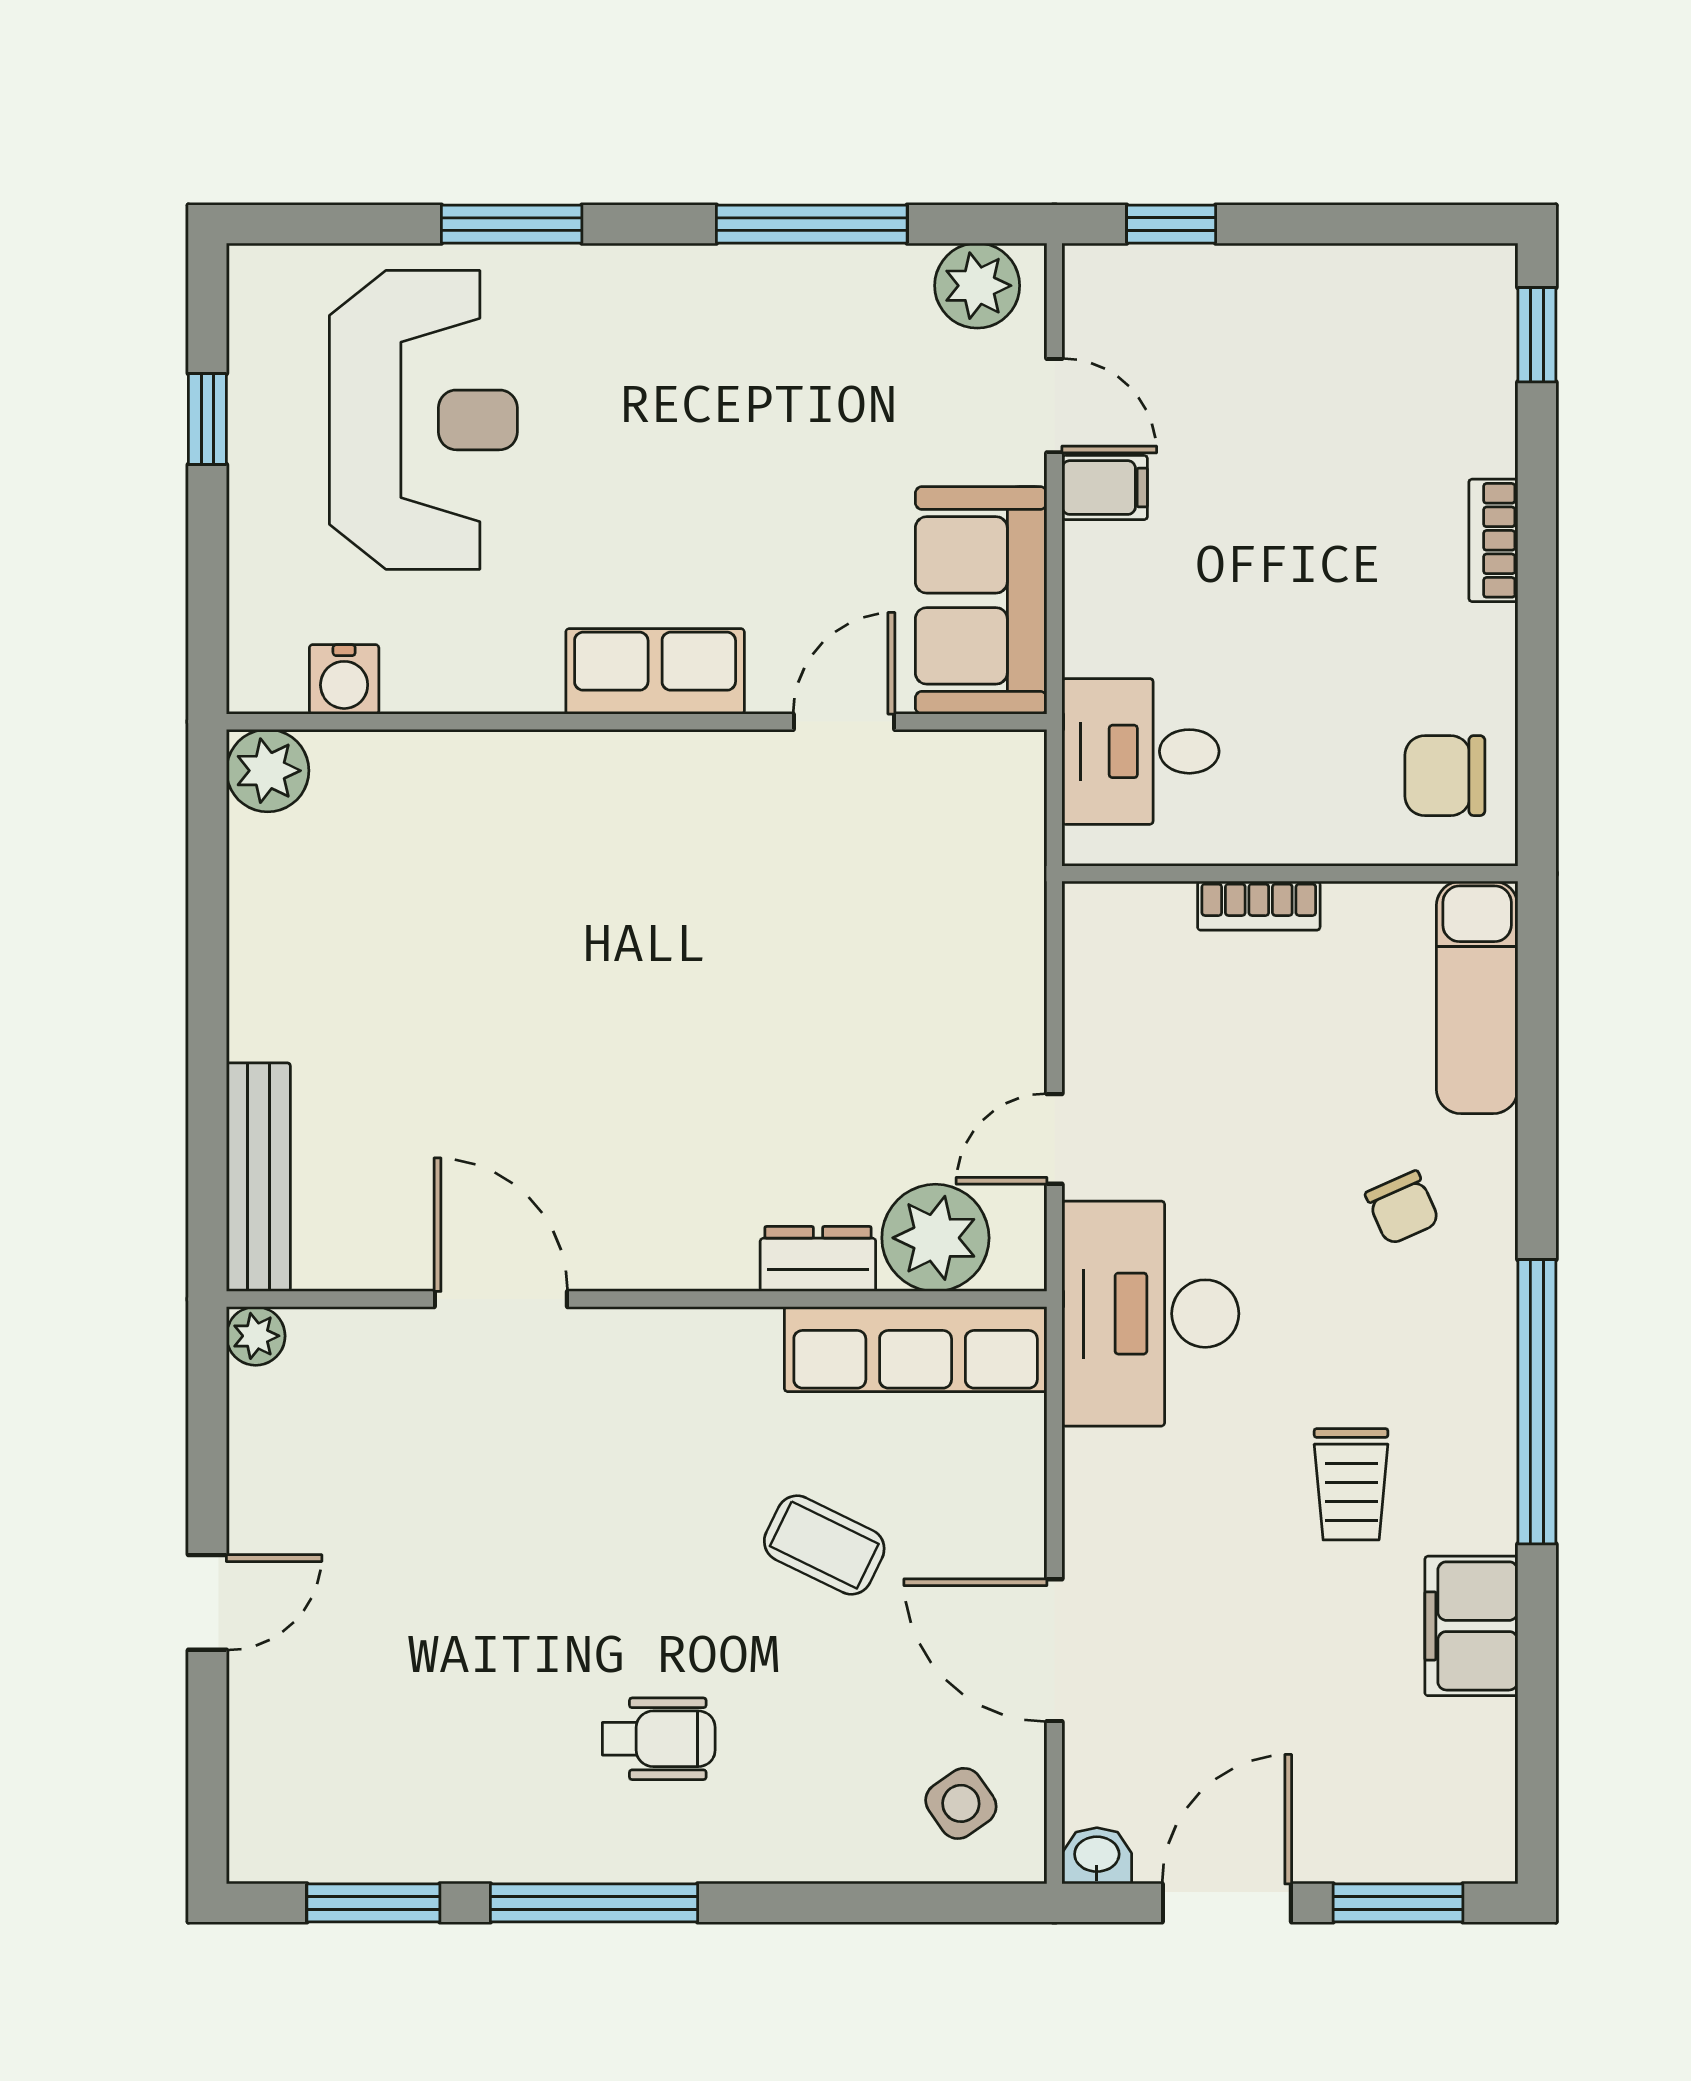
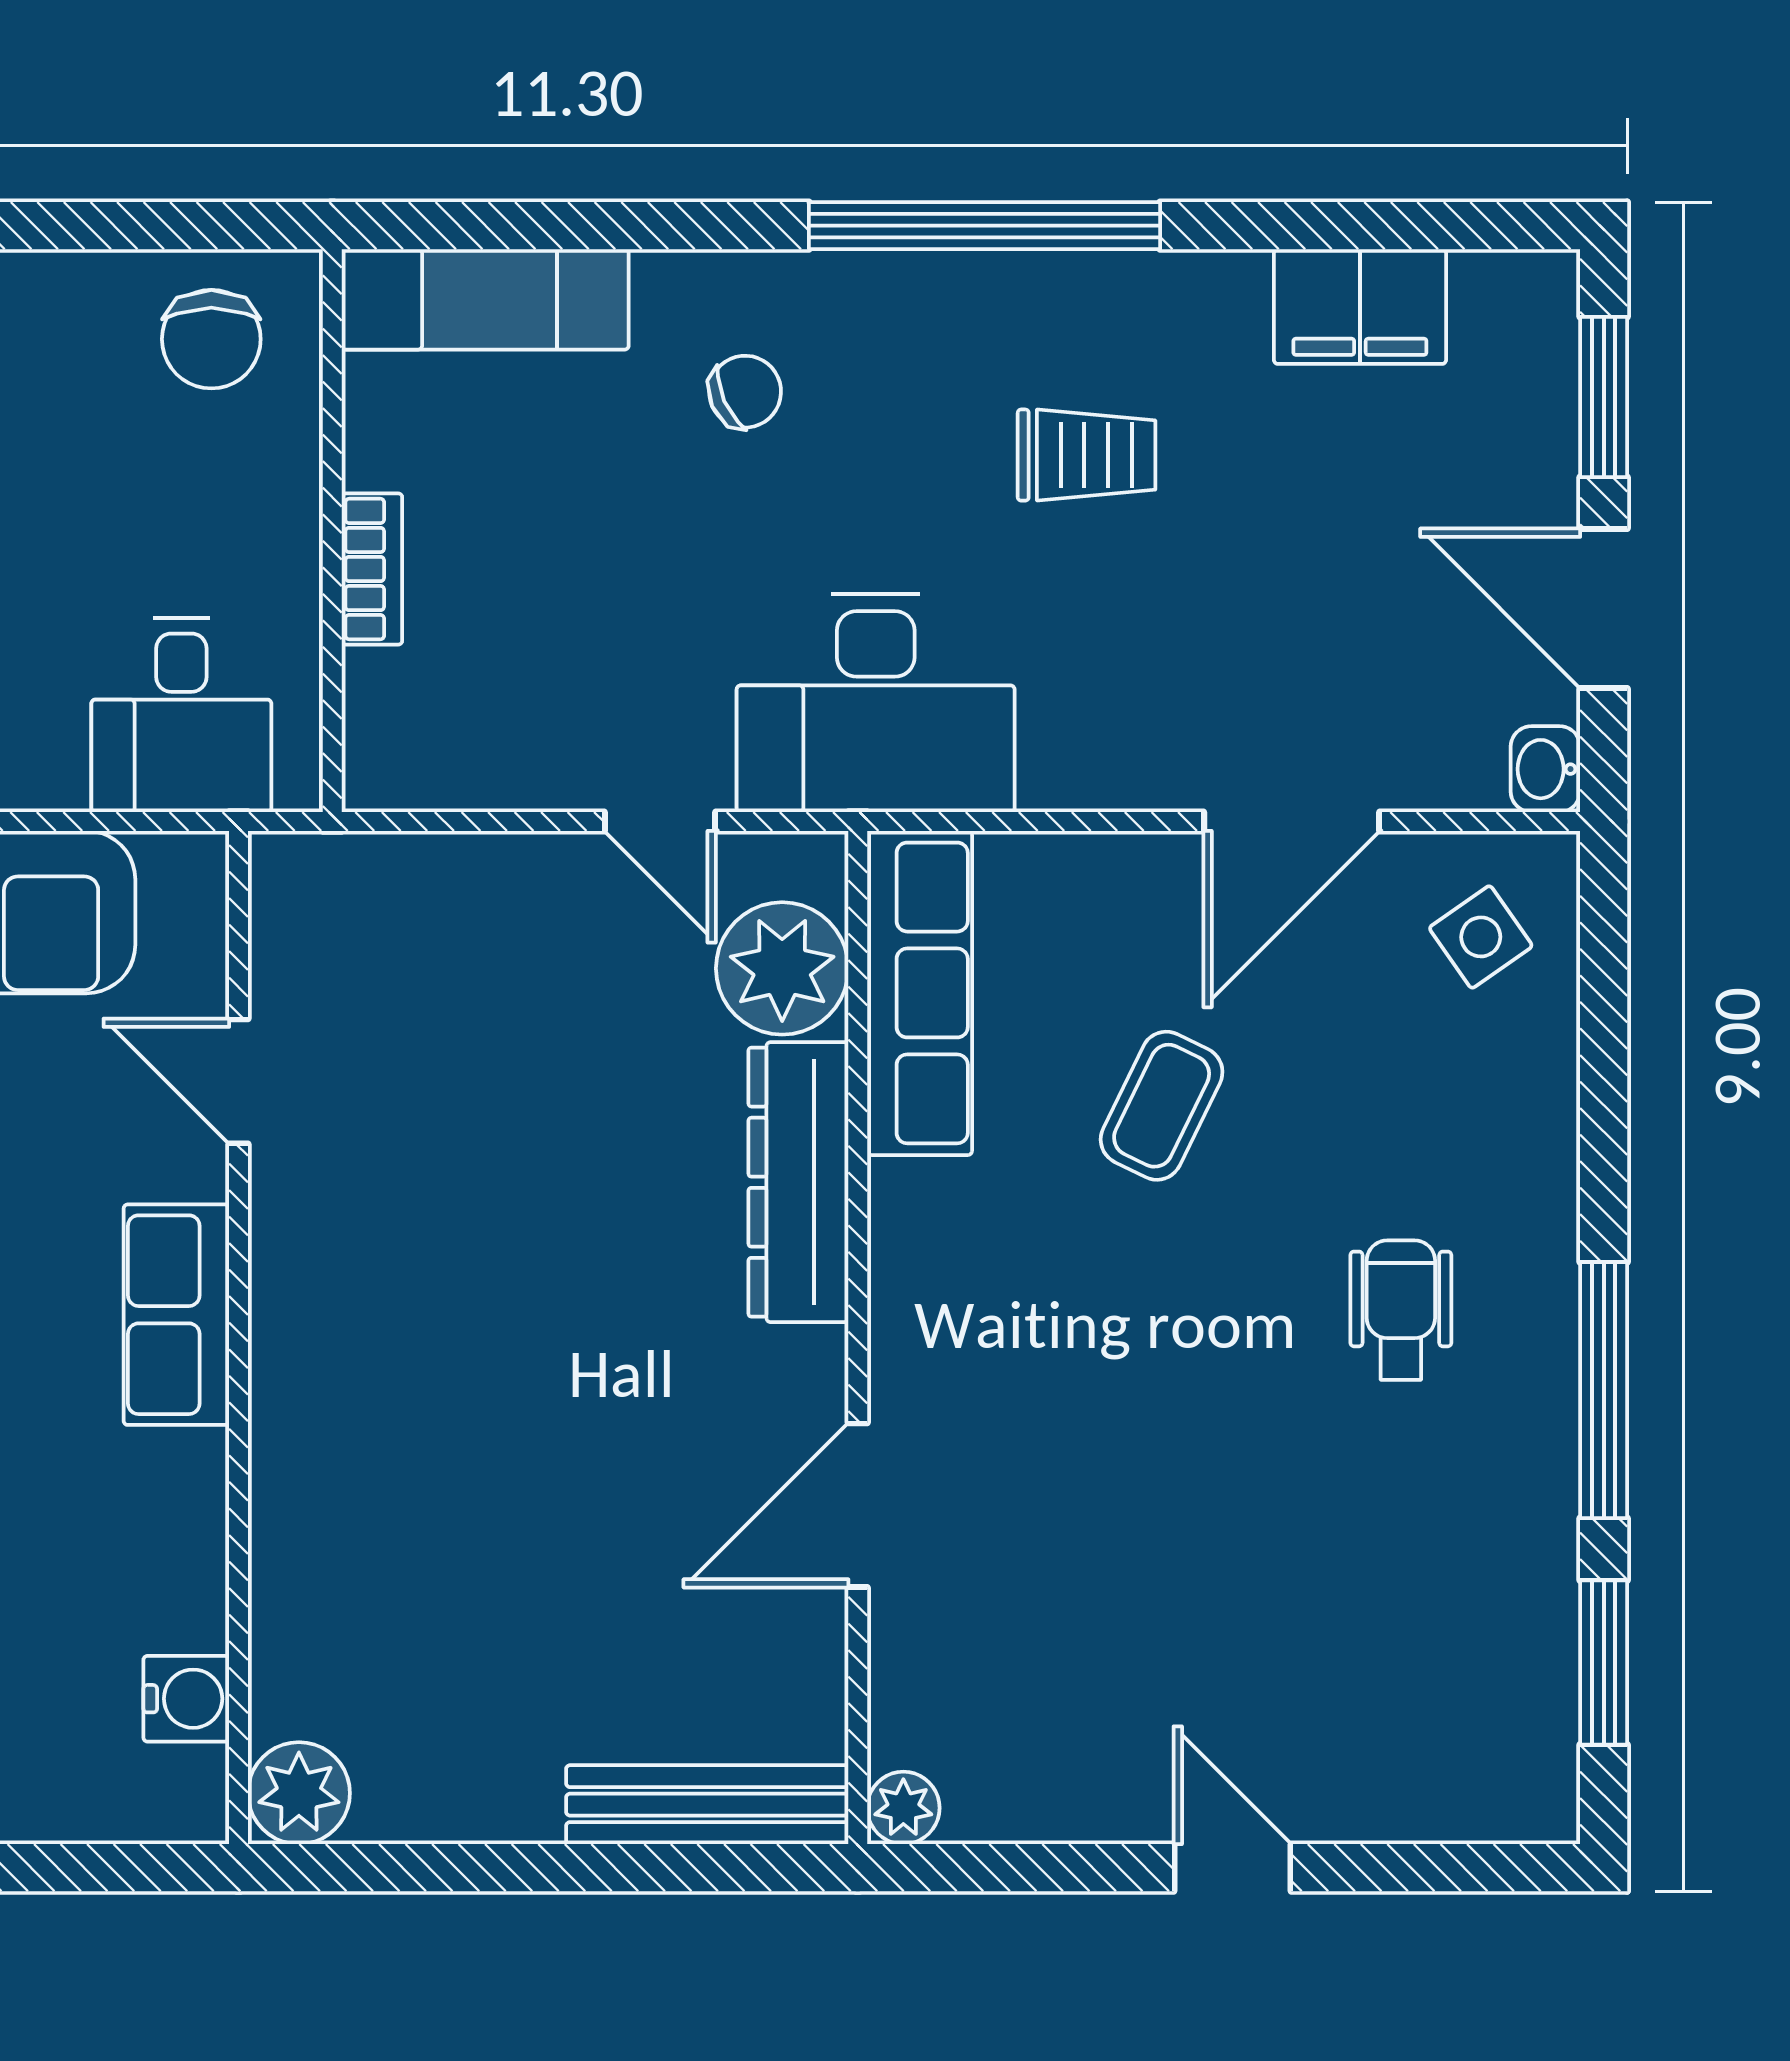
row of seats: (655, 671) -> (176, 1315), moved
water cooler: (344, 679) -> (186, 1699), moved
wall: (637, 722) -> (239, 1337), moved
door: (844, 722) -> (239, 1081), moved
plant: (268, 771) -> (299, 1793), moved
dresser: (818, 1259) -> (798, 1182), width x1.96, depth x1.24
filing cabinet: (1471, 1626) -> (1360, 307), moved

